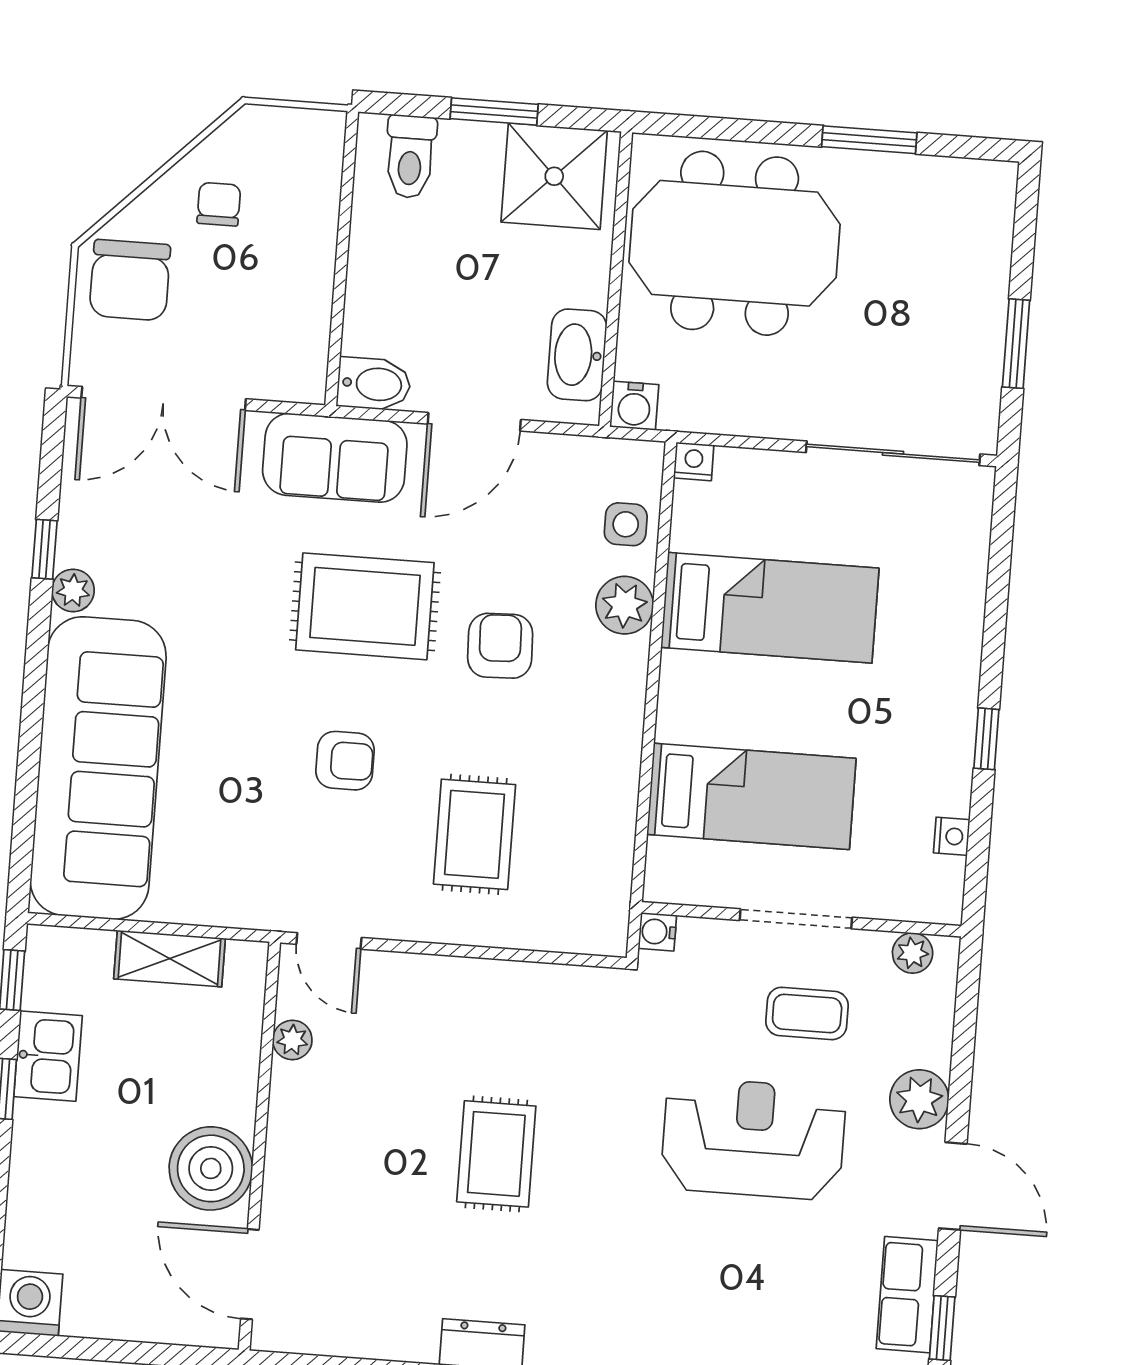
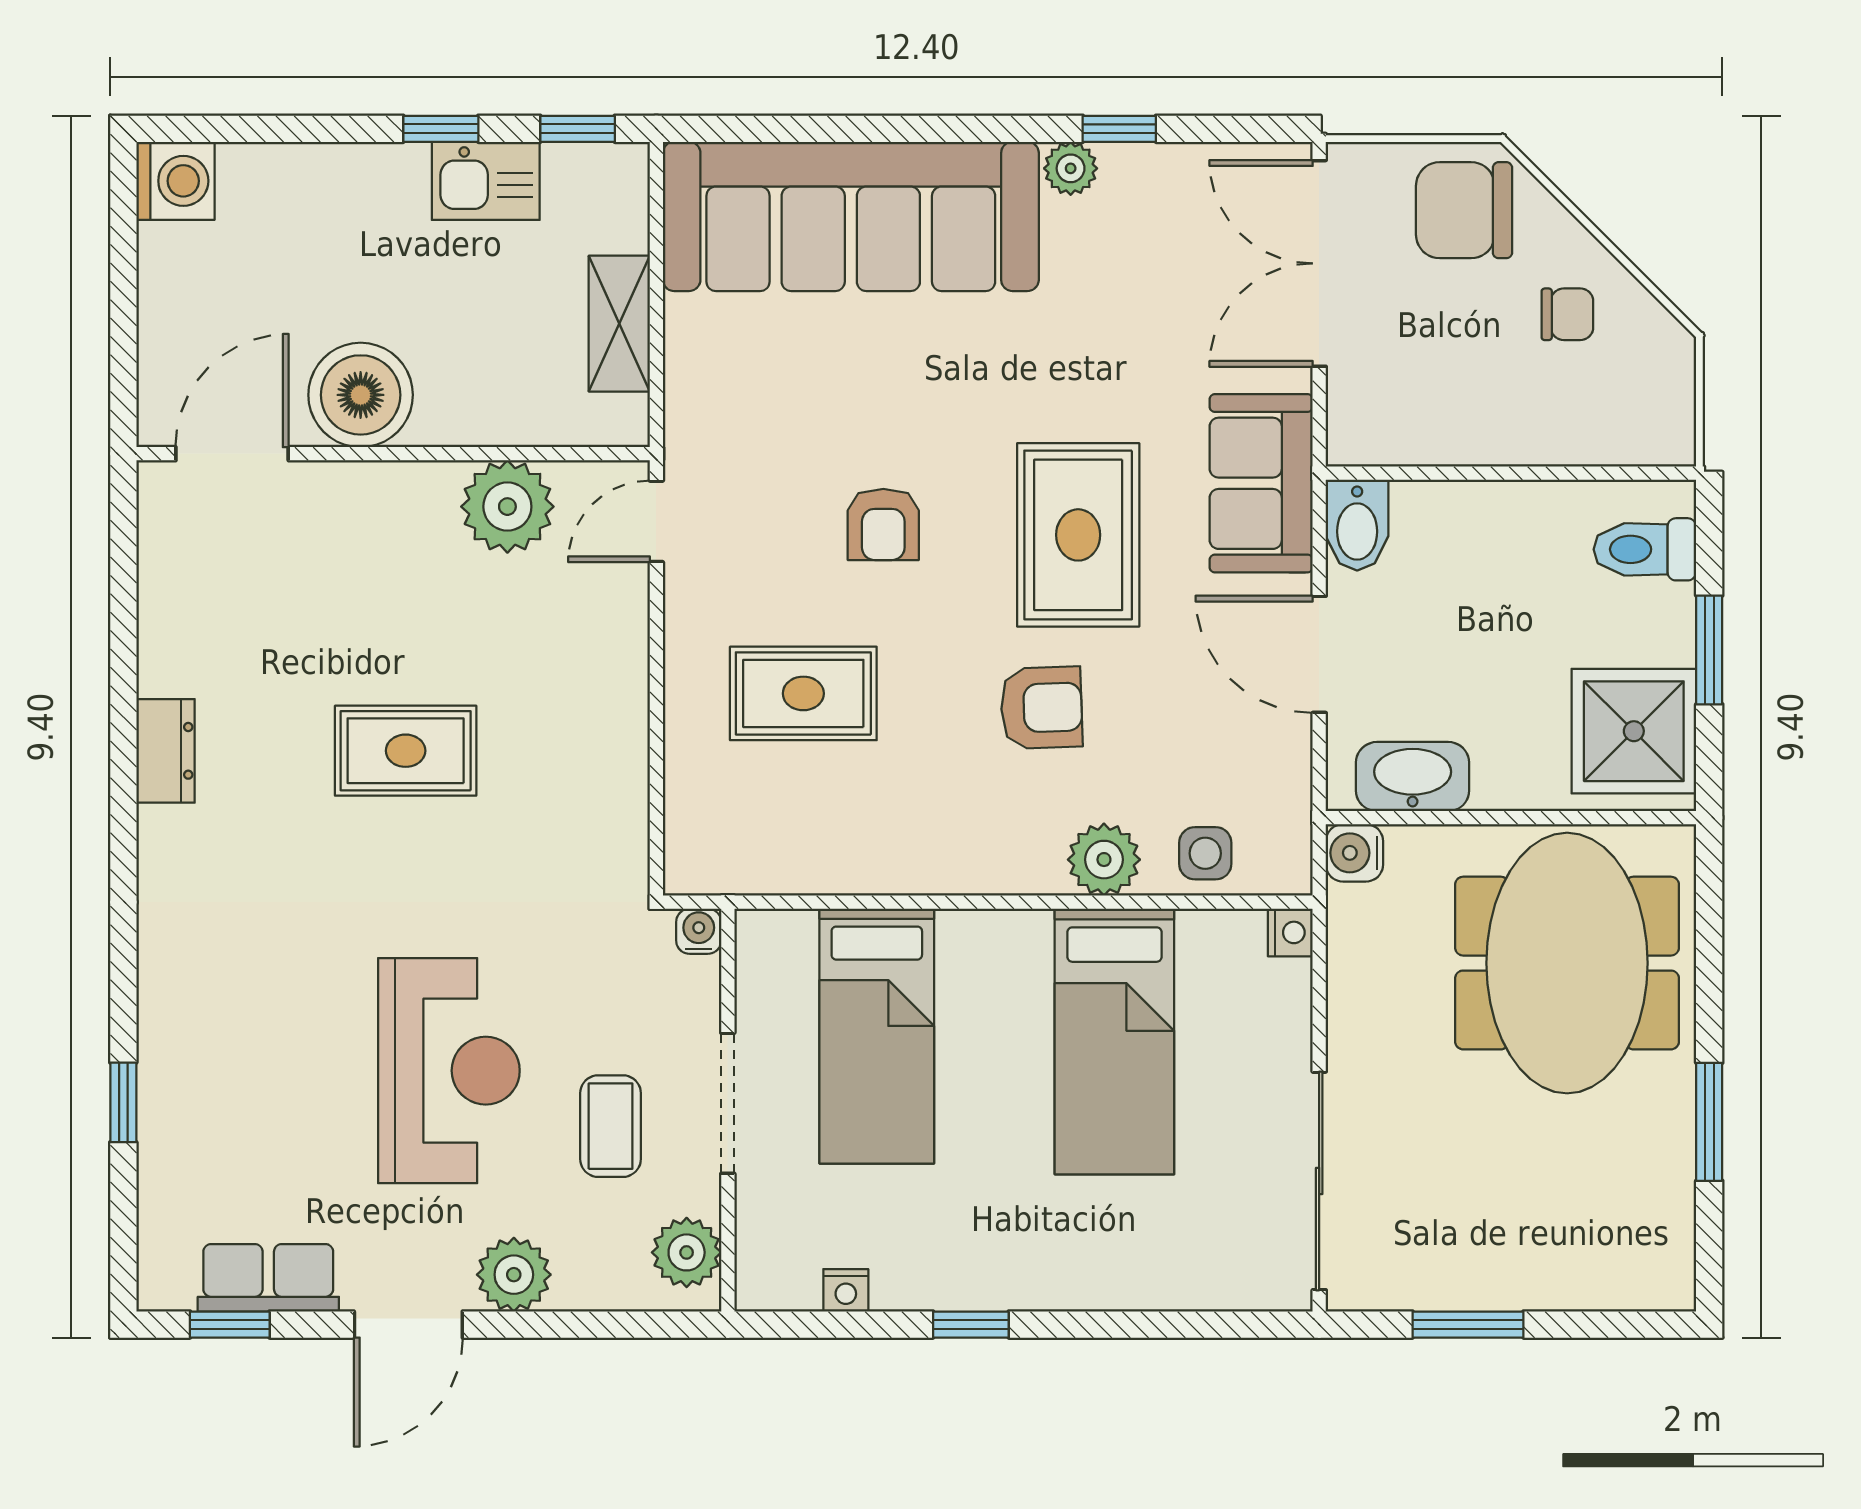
plant: (913, 953) -> (687, 1252), width x1.38, depth x1.38
plant: (292, 1040) -> (507, 507), width x1.88, depth x1.88

